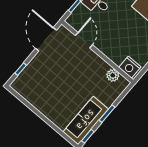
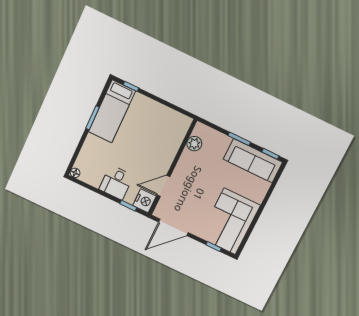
nightstand: (130, 67) -> (144, 201), moved
corner sofa: (39, 88) -> (230, 221), added

